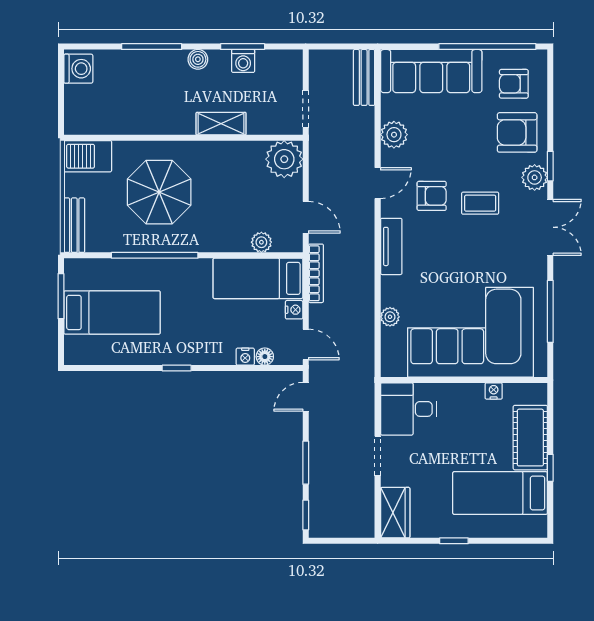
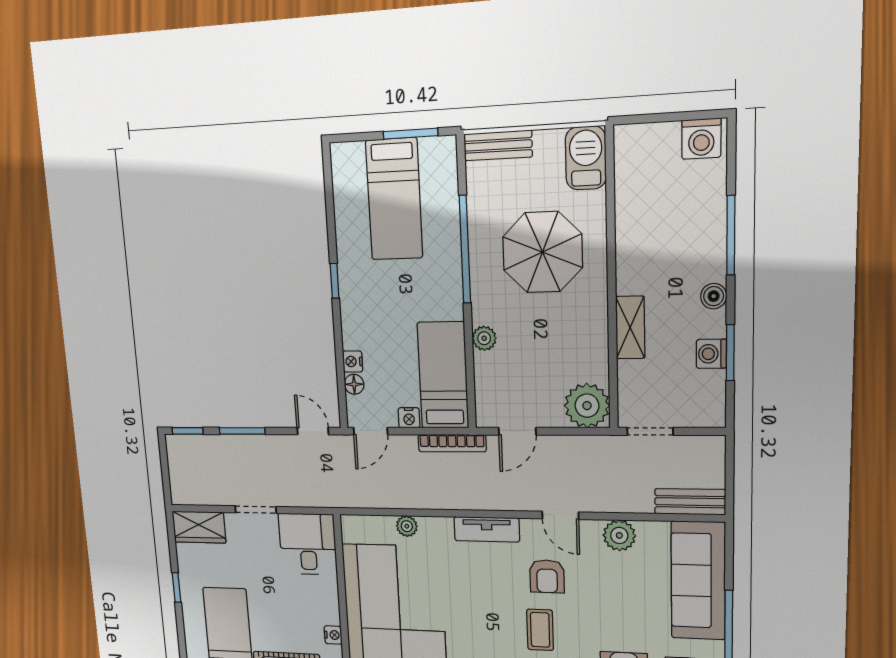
plant: (261, 242) -> (484, 338), moved

